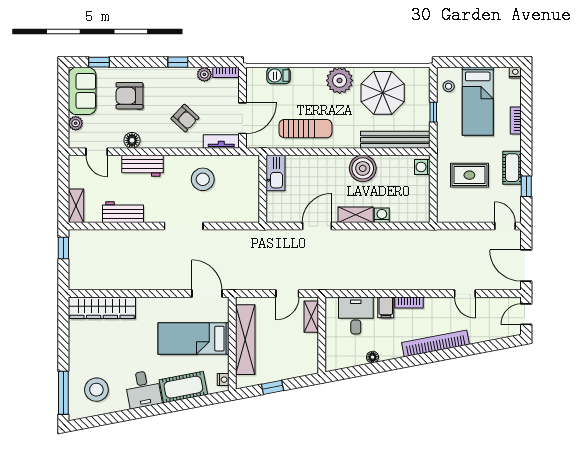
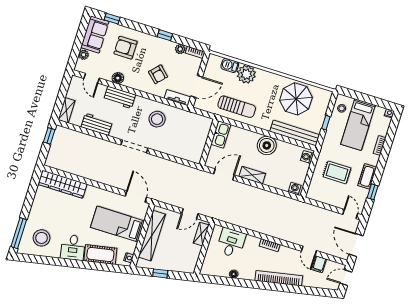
plant: (340, 80) -> (246, 74), moved
kitchen sink: (276, 173) -> (221, 134), moved
wall: (263, 189) -> (209, 142), moved
washing machine: (382, 215) -> (295, 189), moved
filing cabinet: (386, 307) -> (319, 264), moved

